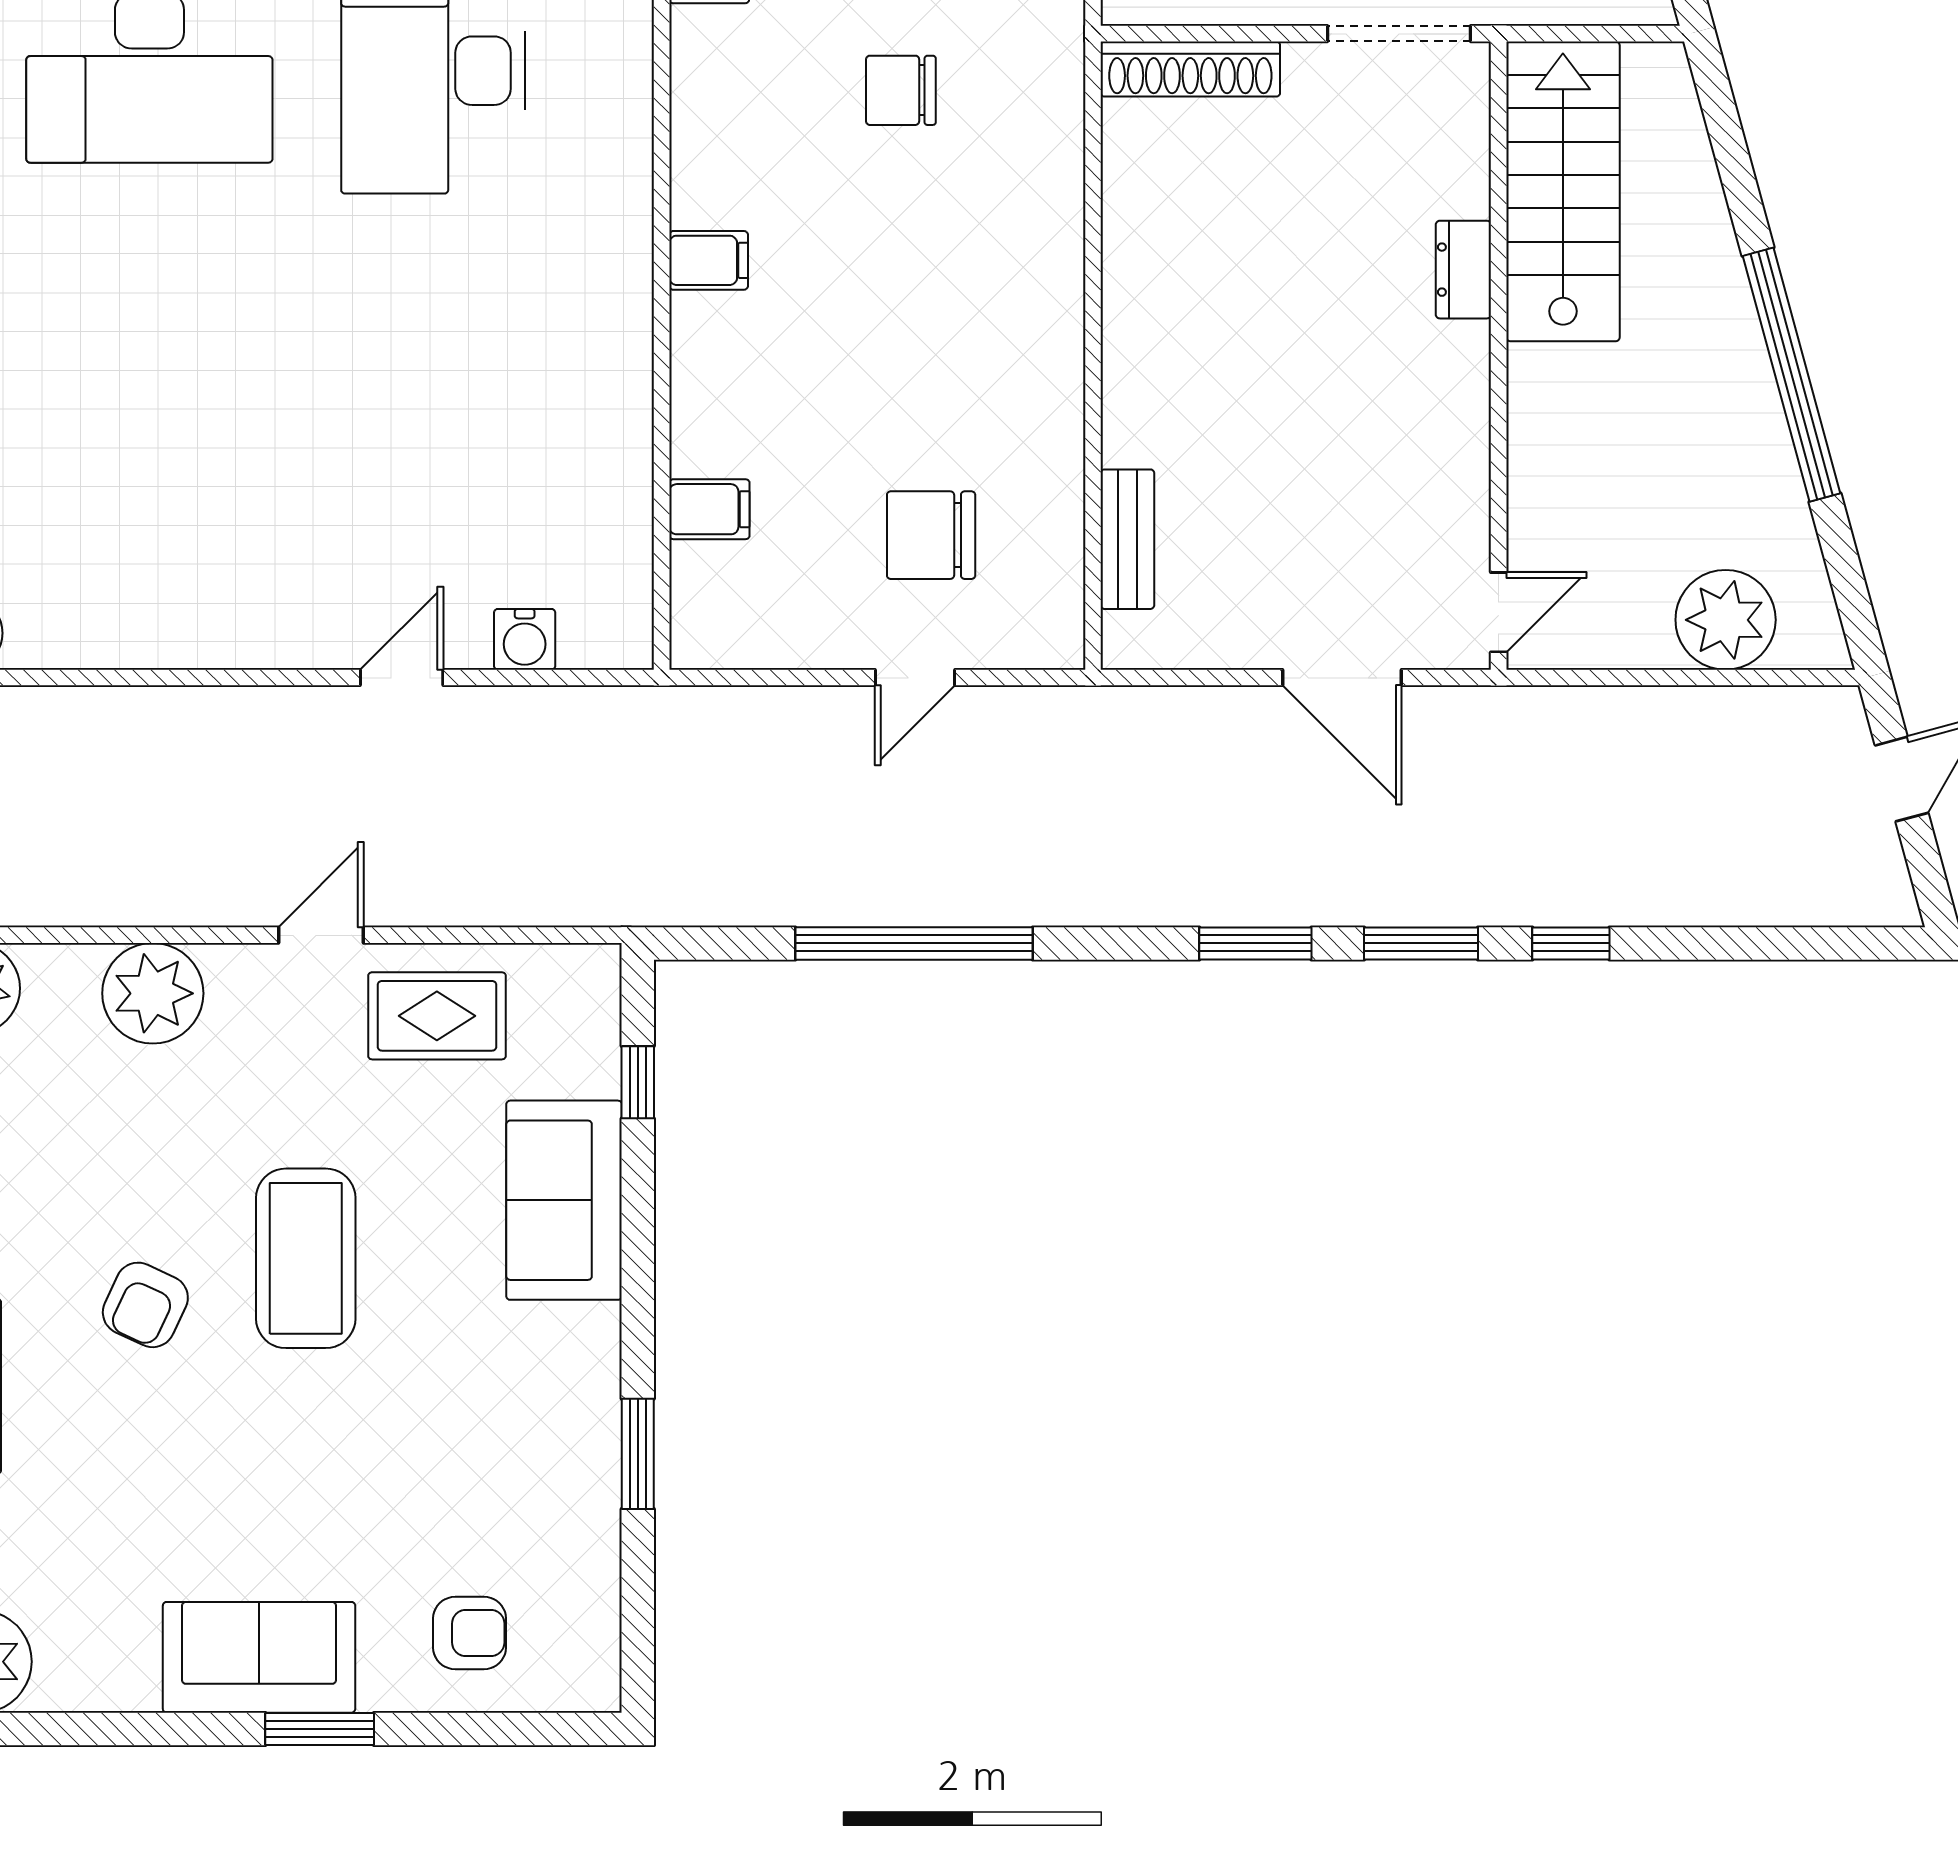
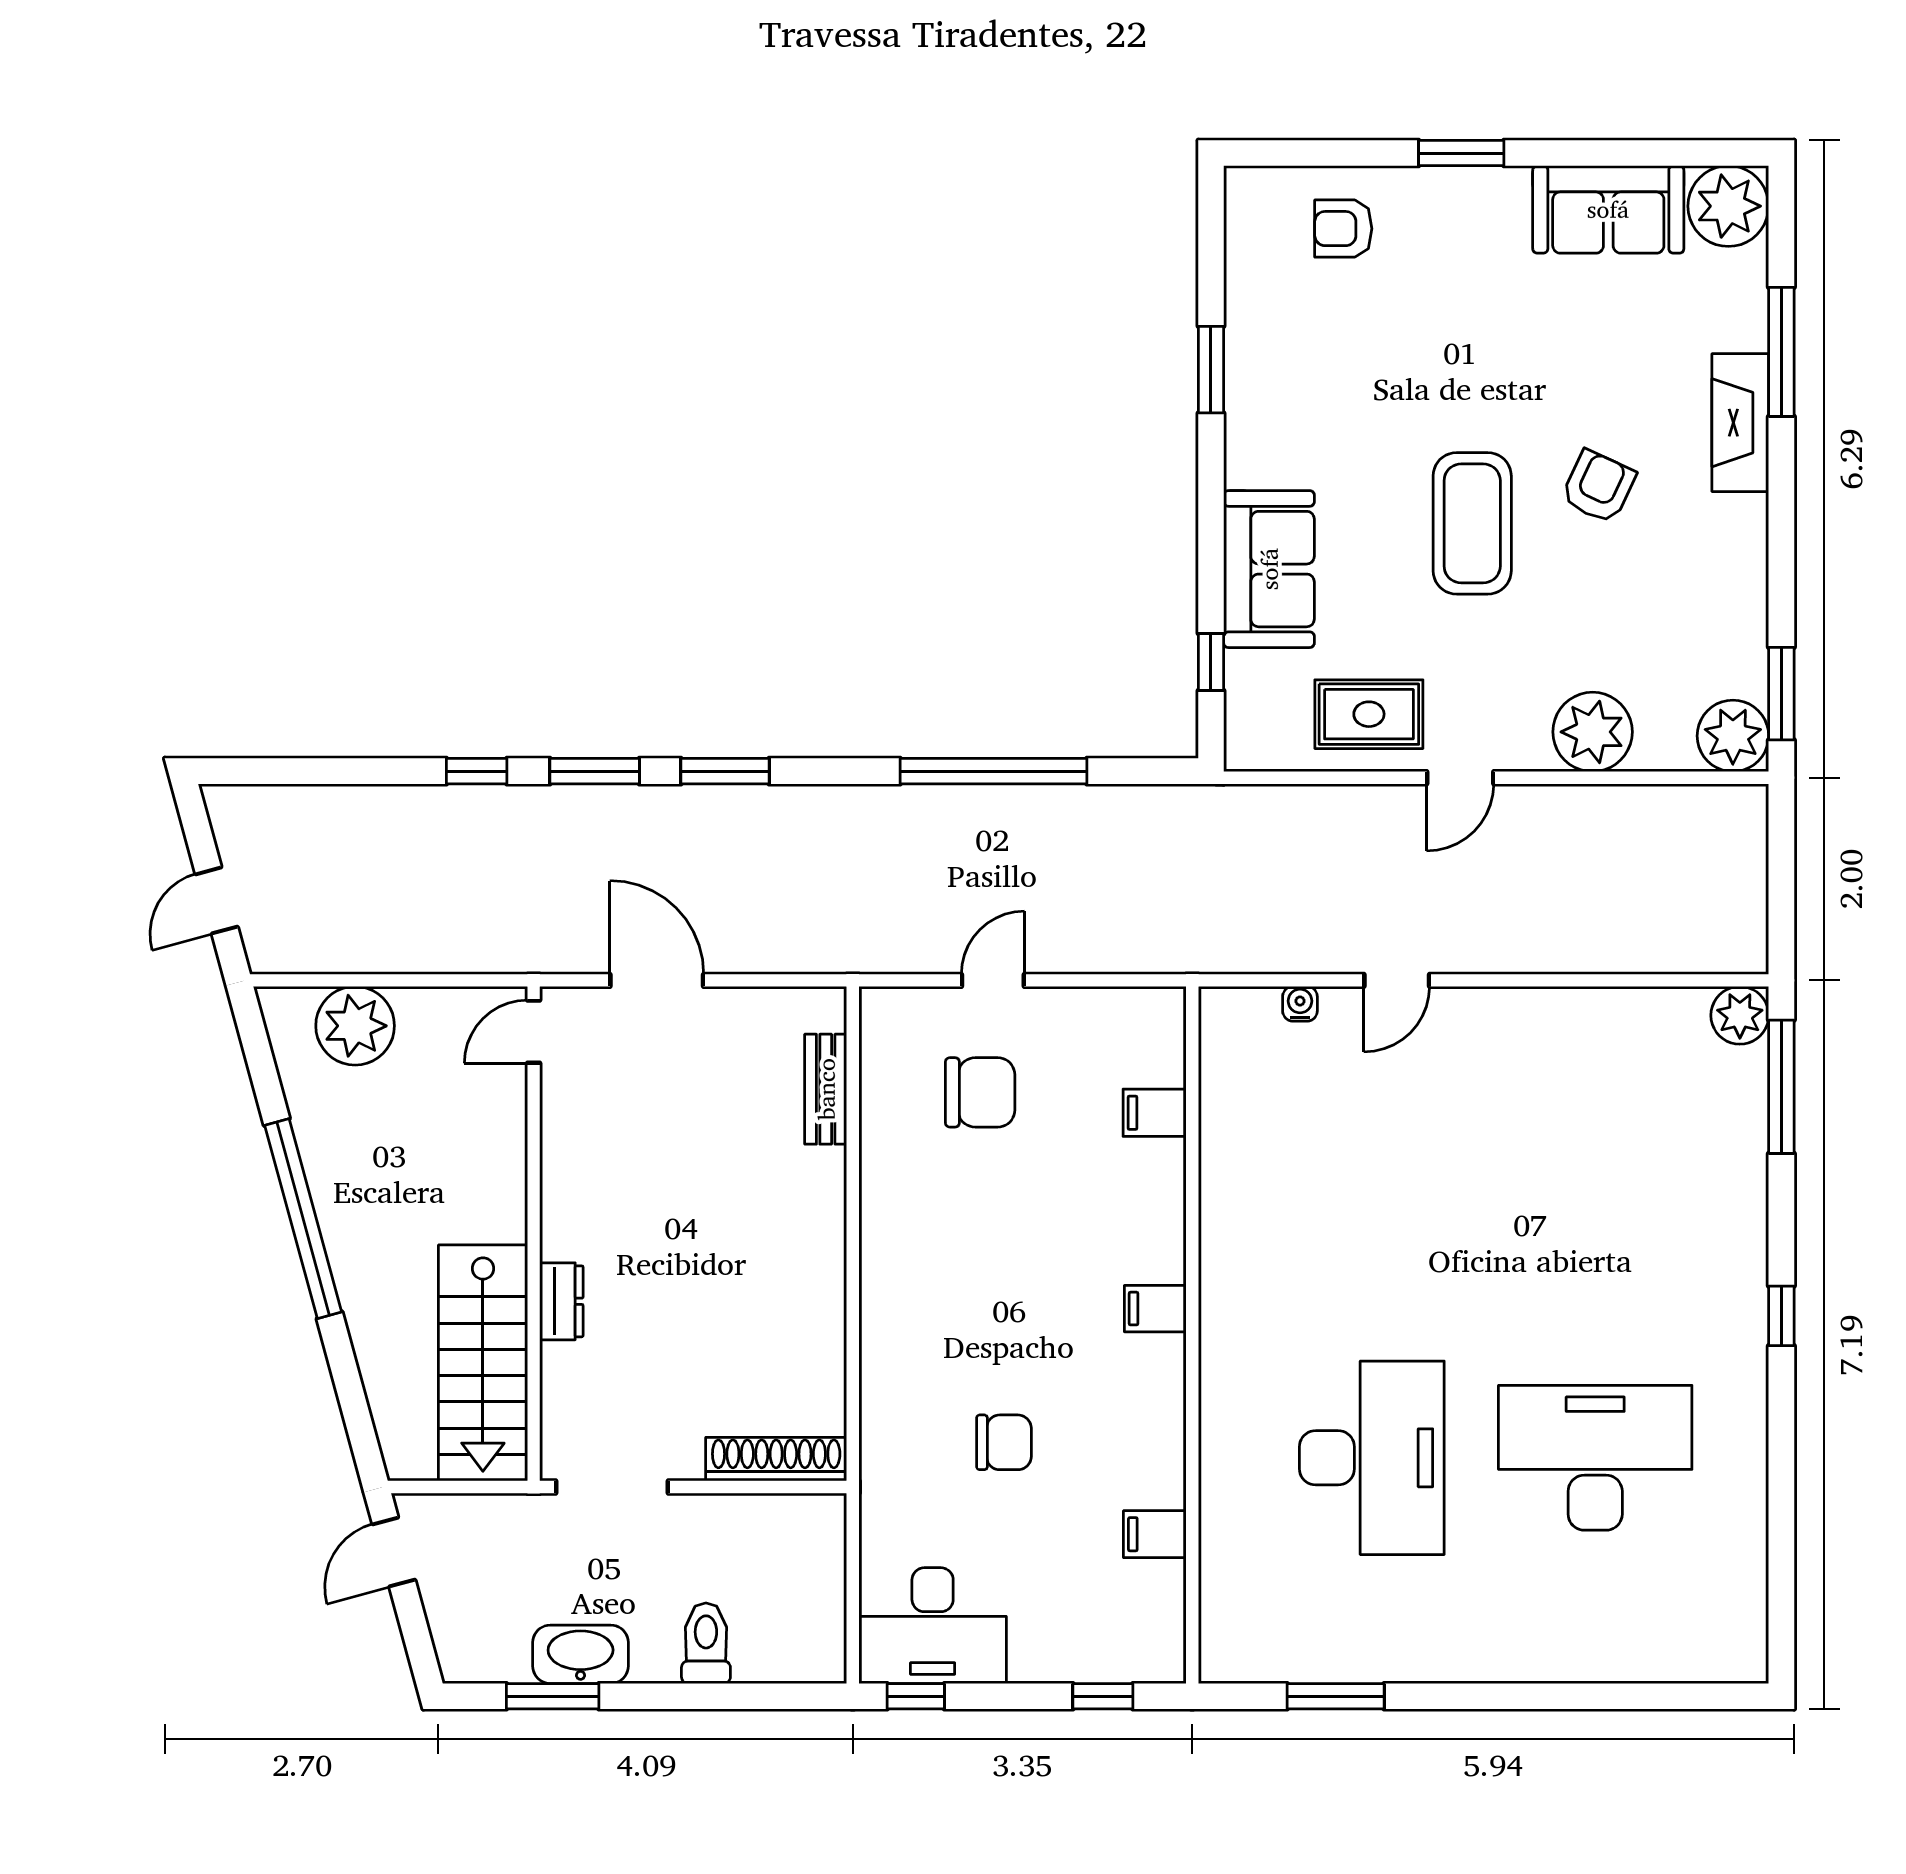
water cooler: (525, 639) -> (1300, 1004), width x0.72, depth x0.72
sofa: (259, 1657) -> (1608, 209), moved

